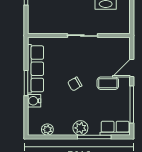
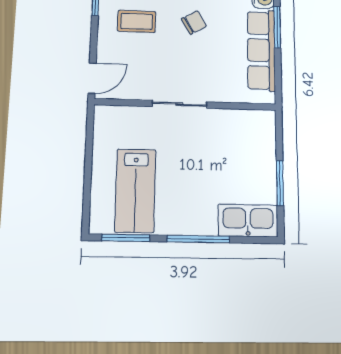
door: (132, 68) -> (92, 78), moved

